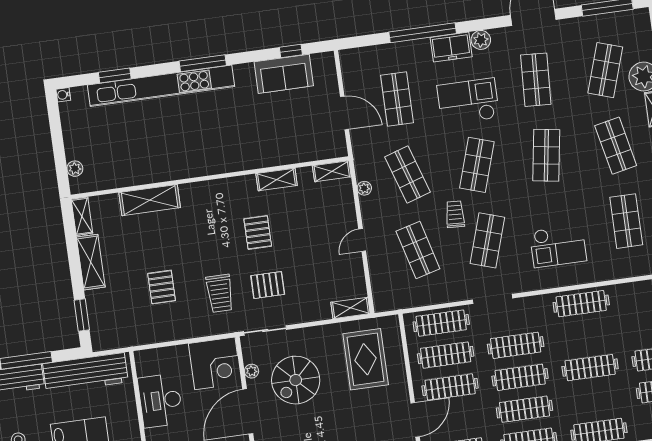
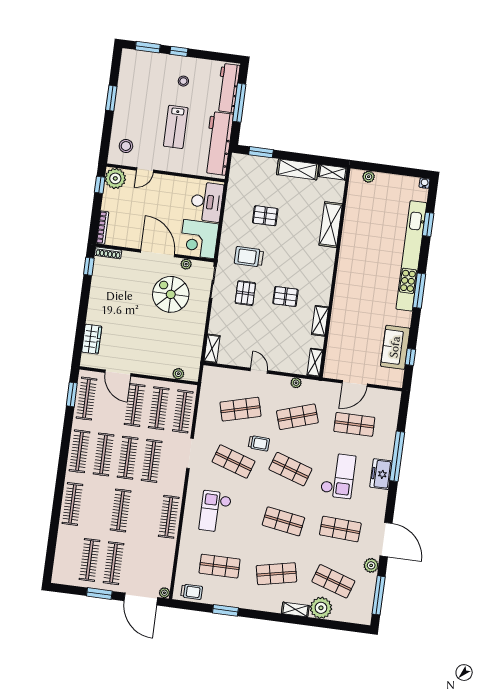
plant: (481, 40) -> (371, 565), moved
plant: (395, 342) -> (178, 374), added
rug: (366, 359) -> (172, 349), removed
desk: (160, 401) -> (207, 202), moved, turned 90

